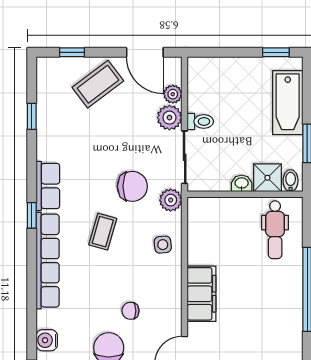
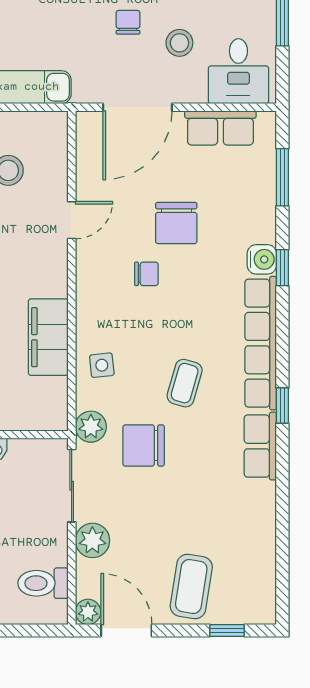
coffee table: (98, 84) -> (191, 587), turned -44
plant: (173, 94) -> (88, 612), moved
window: (32, 116) -> (282, 268), moved
toilet: (200, 121) -> (43, 583), moved, width x1.37, depth x1.39
filing cabinet: (202, 294) -> (48, 337), moved
water cooler: (47, 340) -> (262, 259), moved

